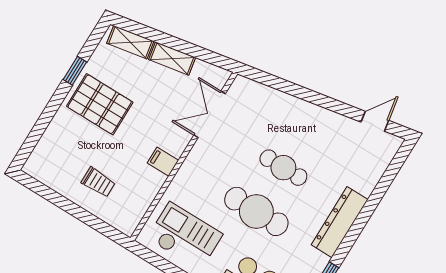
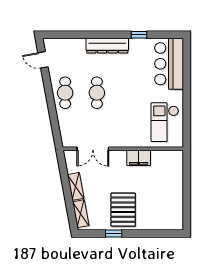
filing cabinet: (163, 162) -> (139, 158), width x2.00
trolley: (98, 182) -> (165, 185), removed
cafe table: (256, 211) -> (65, 93), moved, width x0.73, depth x0.74

